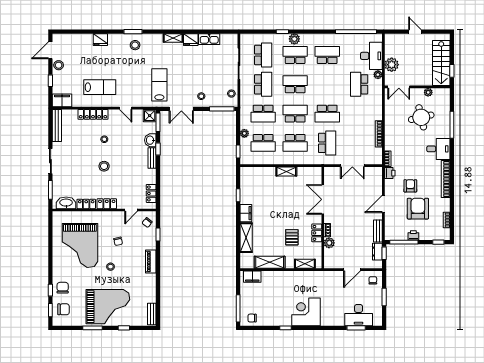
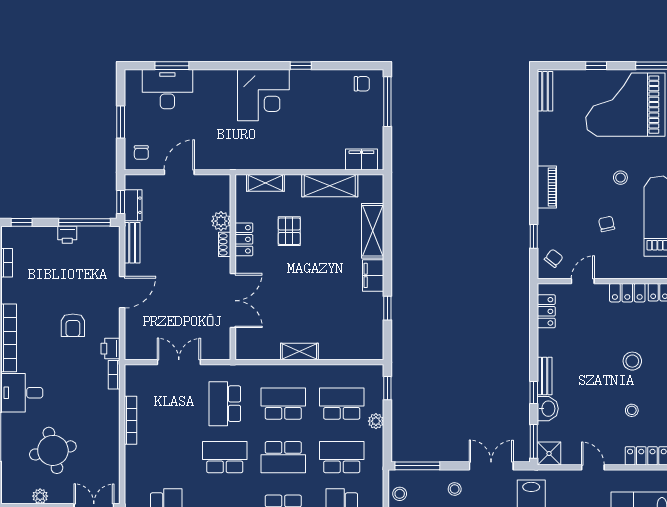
armchair: (418, 209) -> (59, 284), removed

